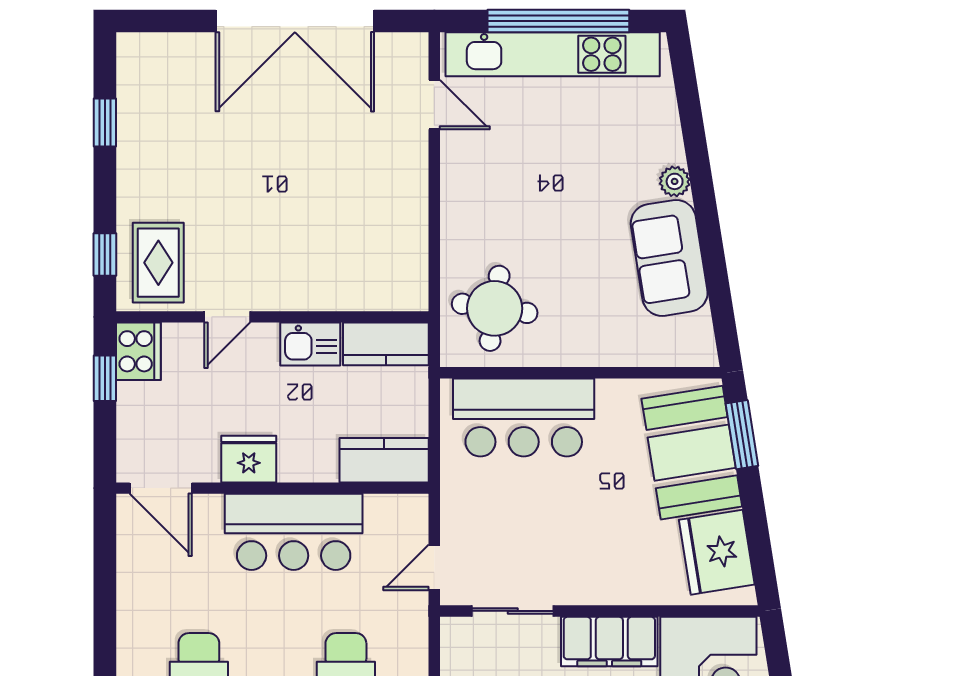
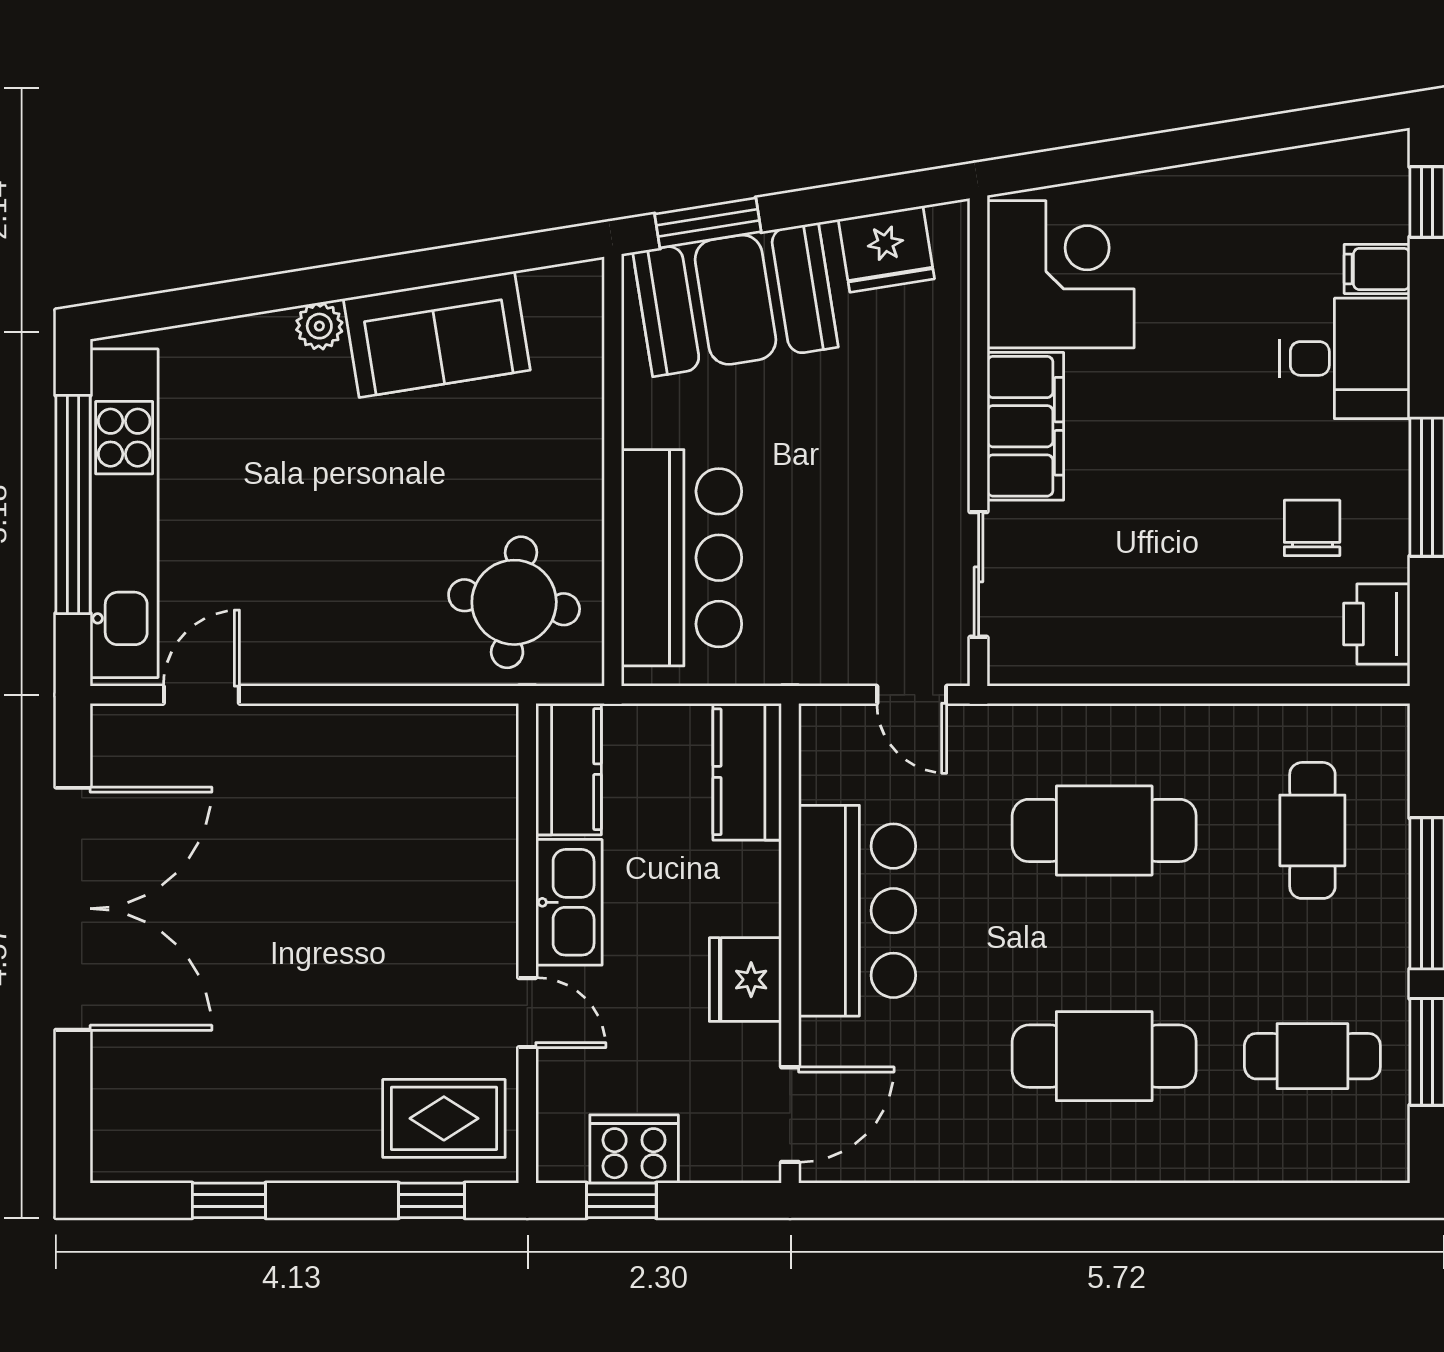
kitchen sink: (310, 344) -> (569, 902), width x1.38
cooker: (138, 351) -> (634, 1149), moved
fridge: (717, 552) -> (886, 249), width x0.73, depth x0.75

